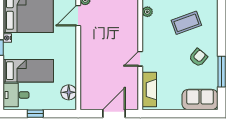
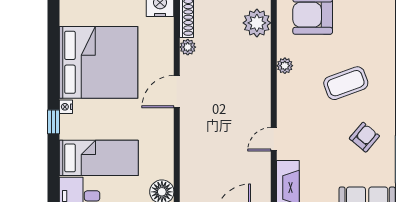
door: (78, 16) -> (177, 91), moved

